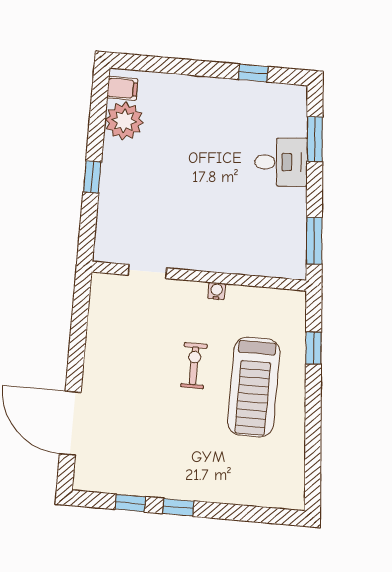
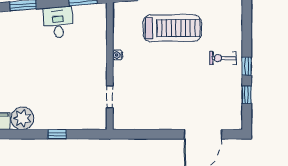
desk: (281, 162) -> (58, 22), moved
exercise bike: (194, 366) -> (223, 58), moved

